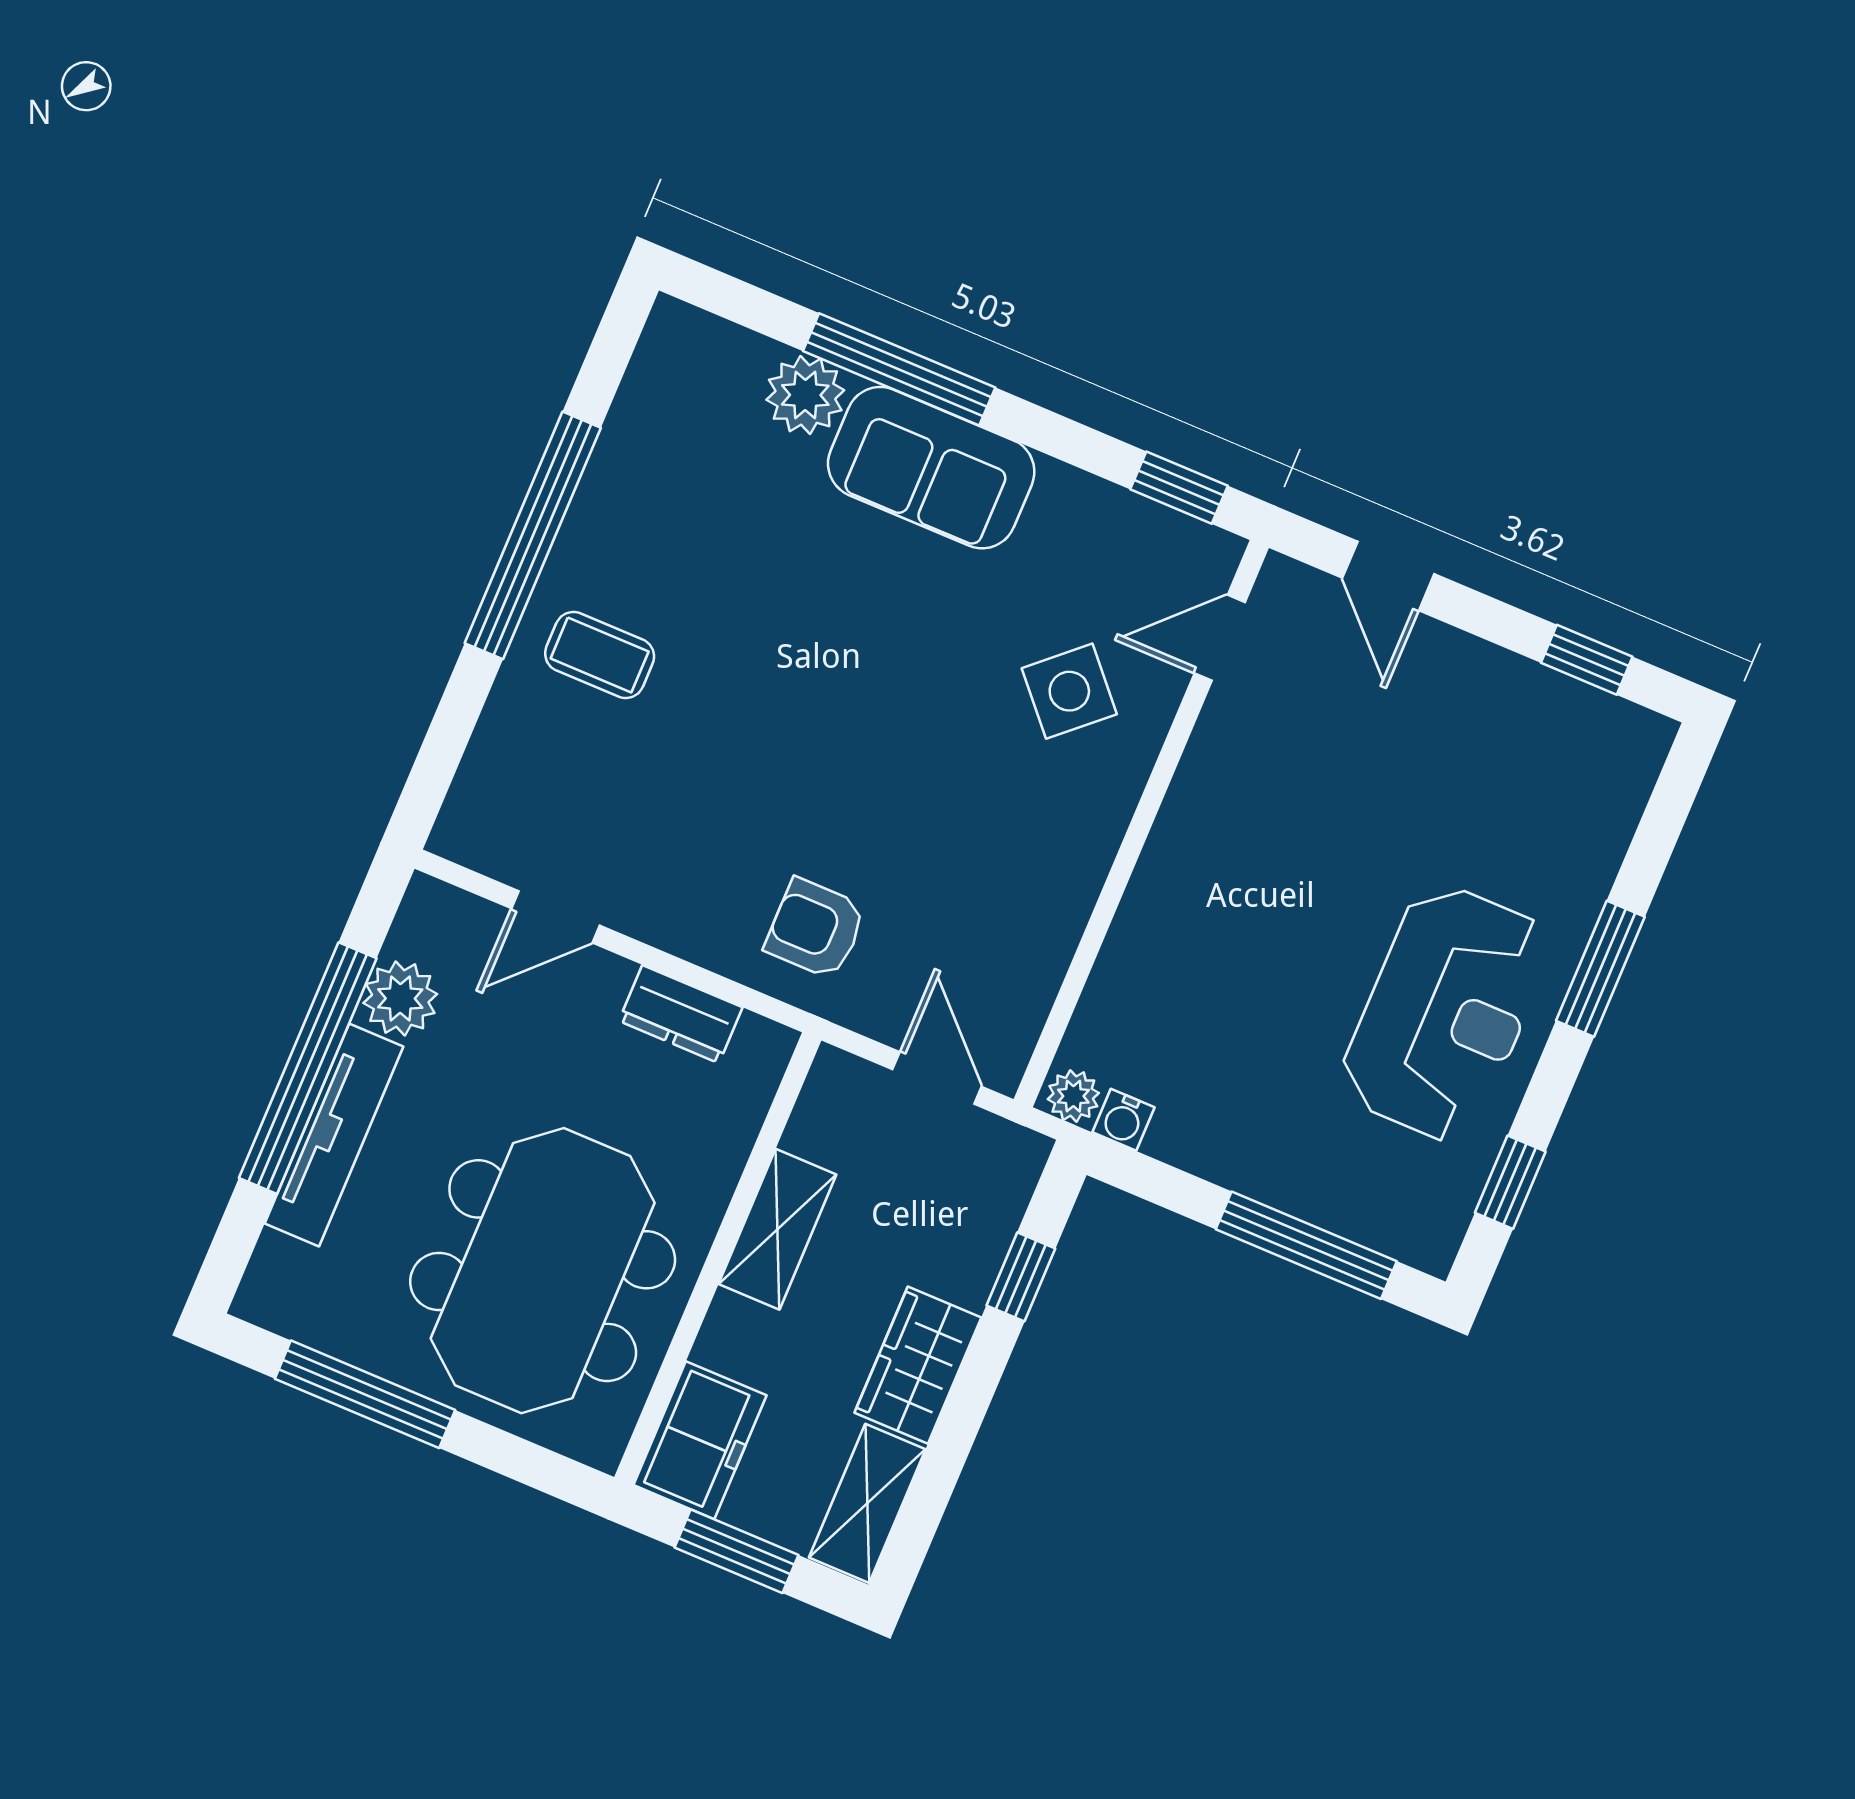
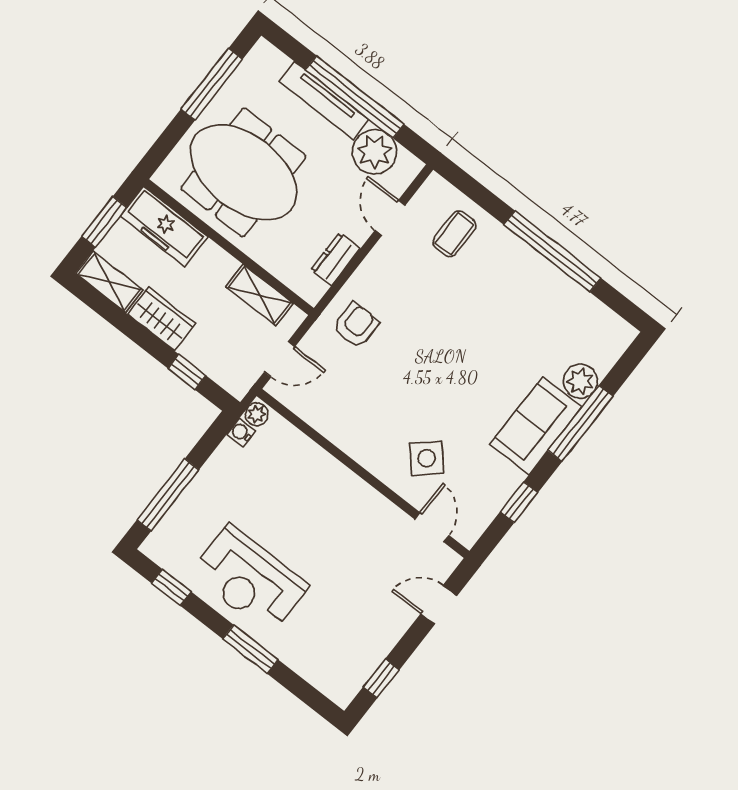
window: (1179, 488) -> (519, 502), moved
coffee table: (600, 655) -> (454, 234), moved
plant: (400, 998) -> (374, 152), width x1.36, depth x1.36
shelving: (777, 1229) -> (259, 295), moved
freezer: (700, 1440) -> (164, 226), width x1.40

